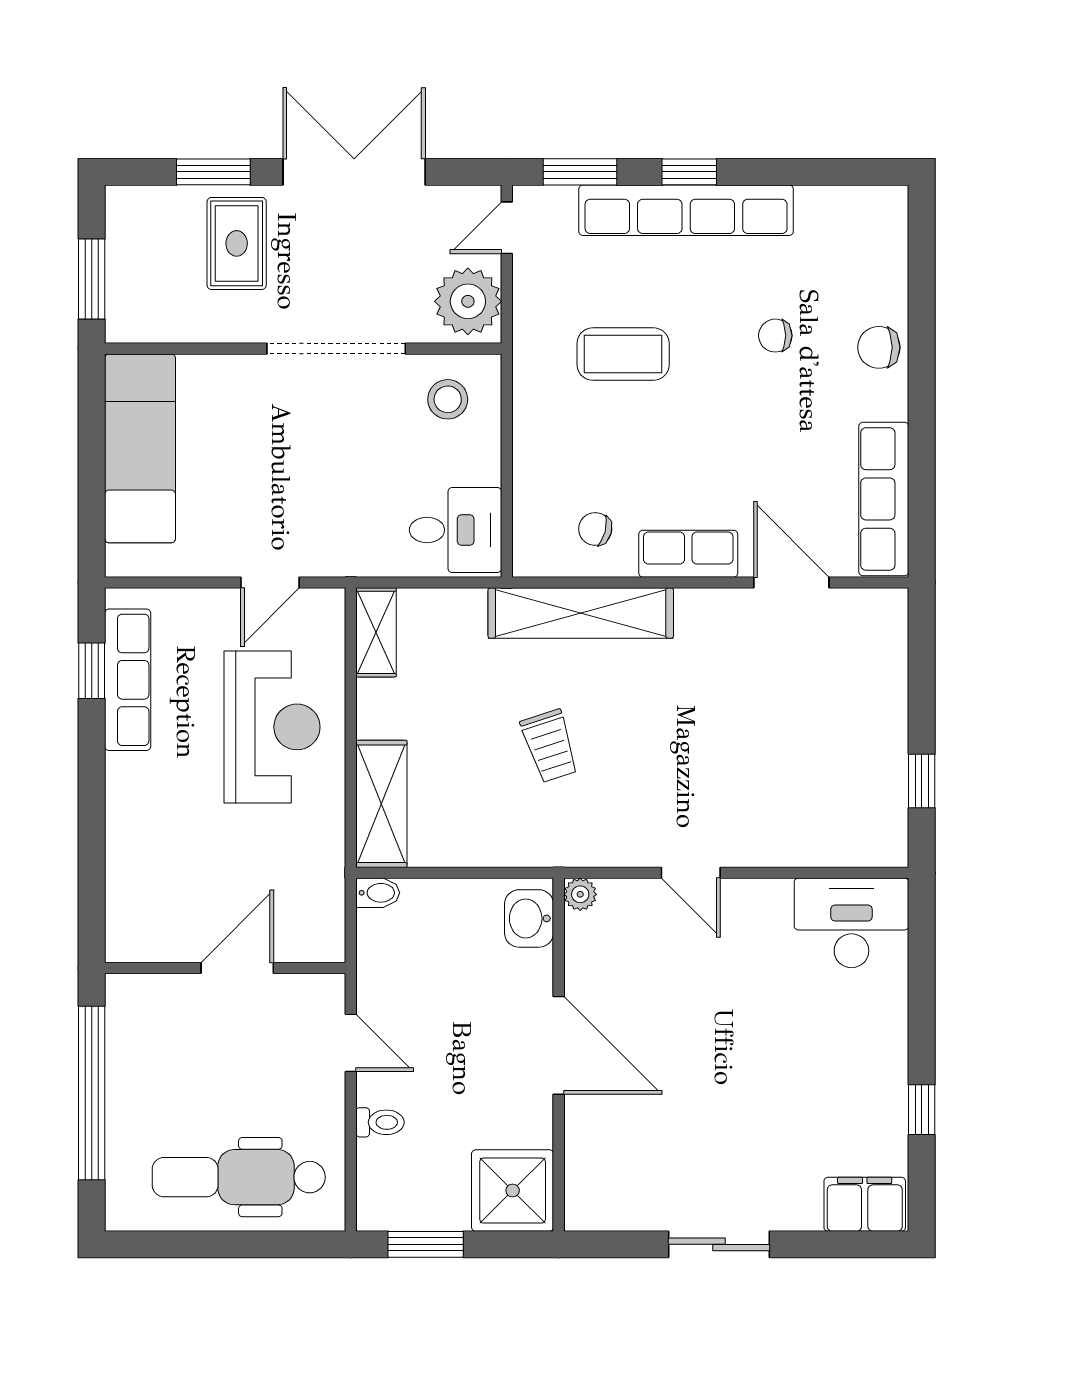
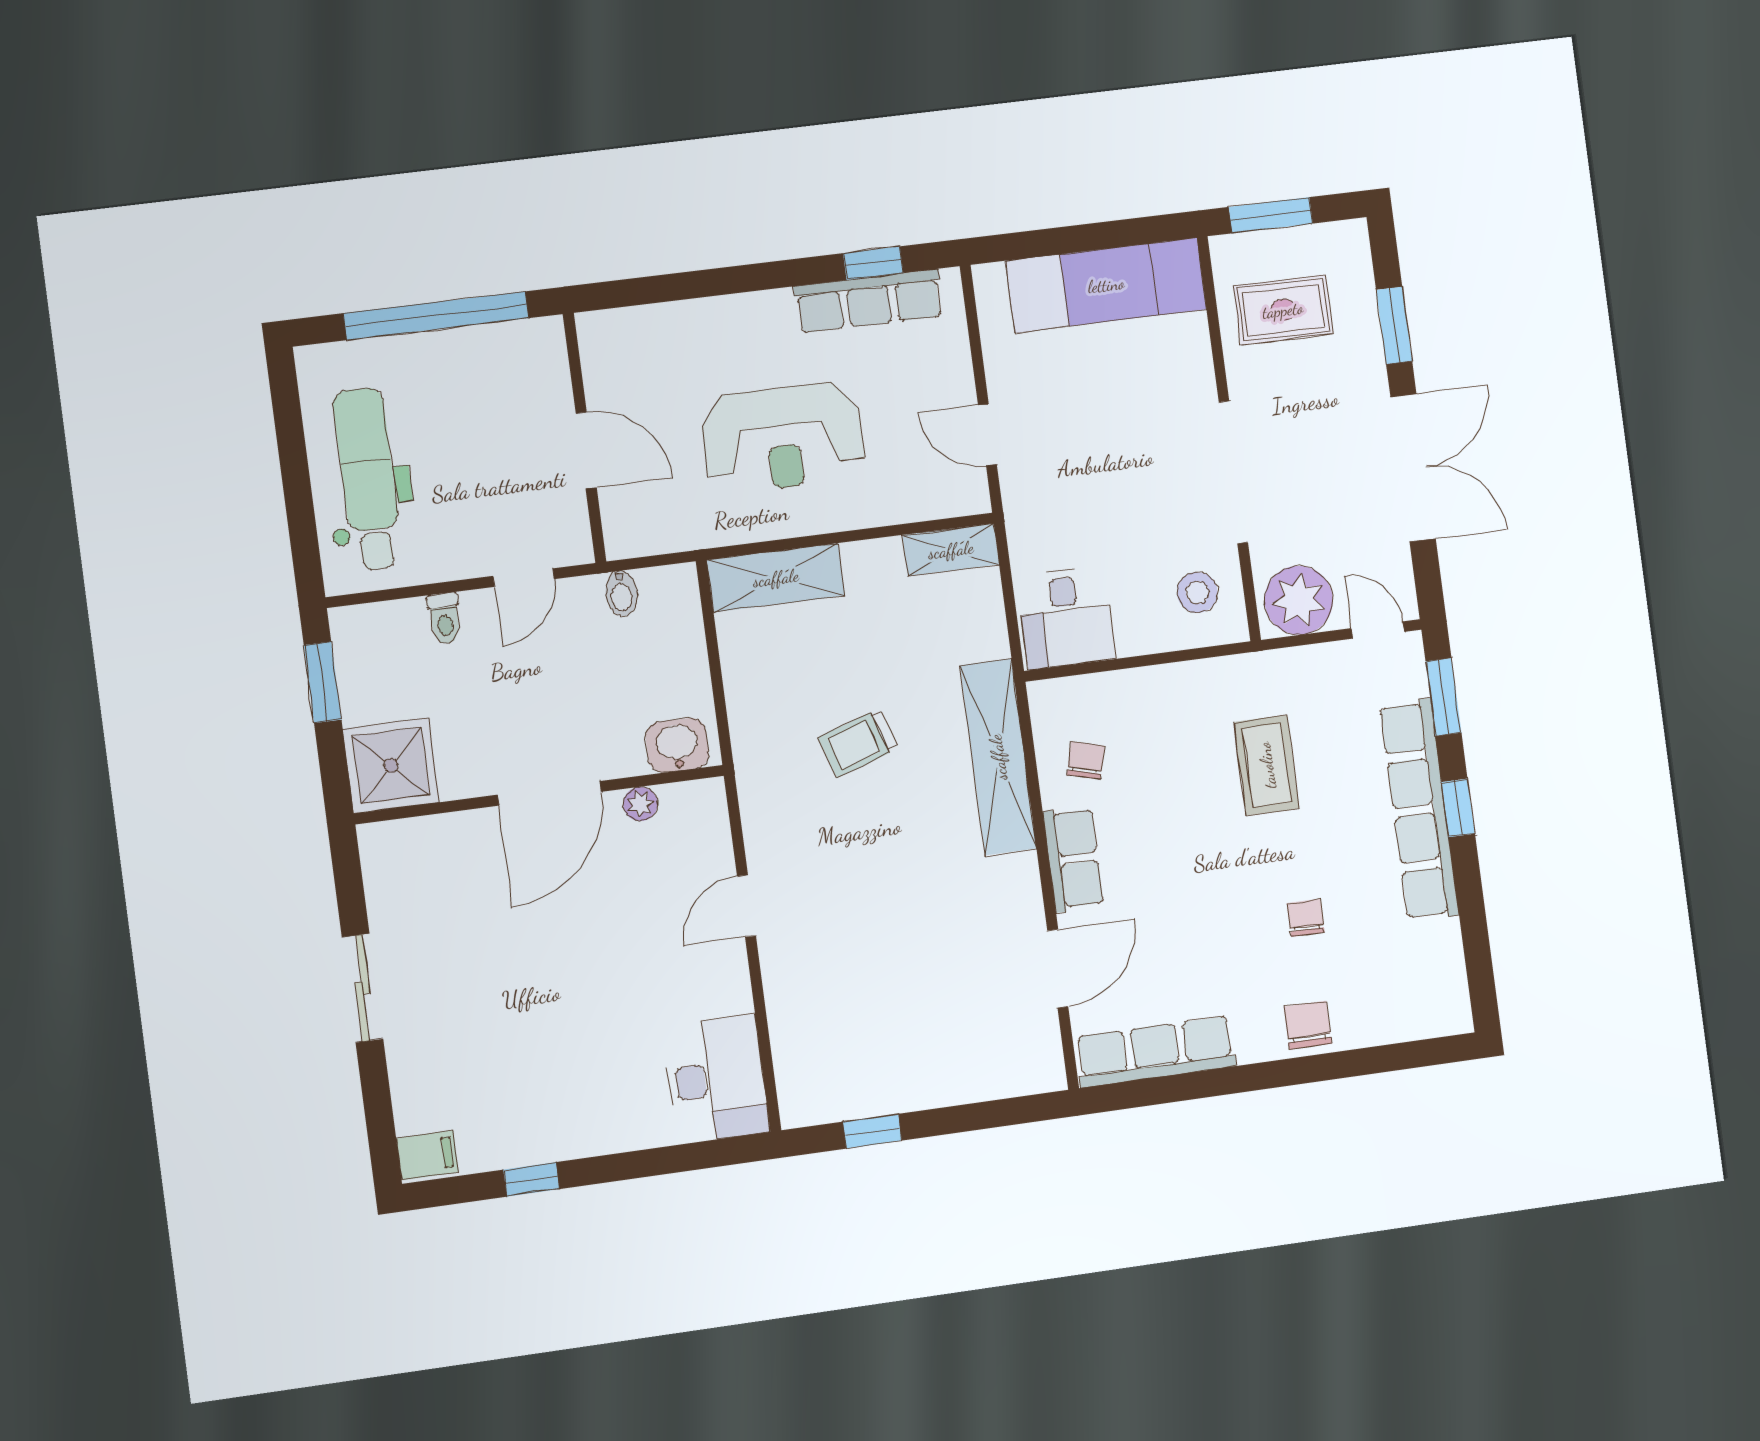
rug: (237, 243) -> (1283, 310), moved
reception desk: (272, 727) -> (783, 438), moved
bidet: (378, 893) -> (621, 594), moved
plant: (580, 894) -> (640, 804), moved
filing cabinet: (865, 1204) -> (427, 1155), width x0.50

